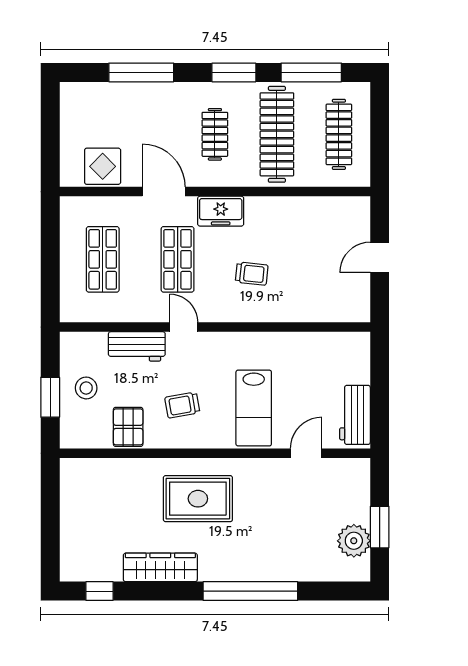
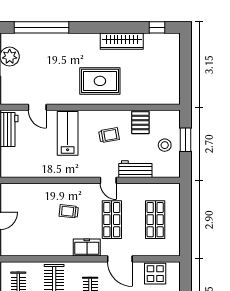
door: (306, 453) -> (37, 107), hinge flipped
window: (250, 591) -> (41, 27), moved

